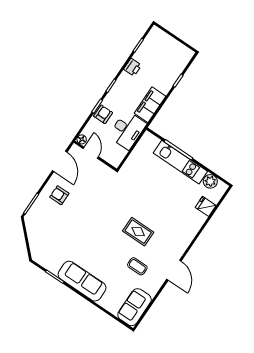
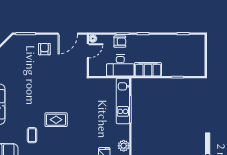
printer: (133, 67) -> (166, 40), removed
kitchen unit: (180, 162) -> (123, 101), moved
rug: (138, 232) -> (56, 120), turned 90

